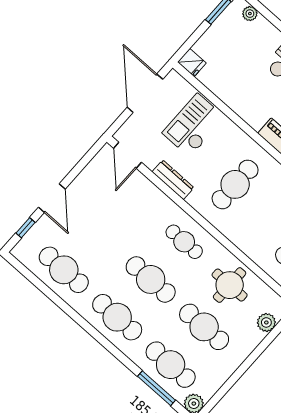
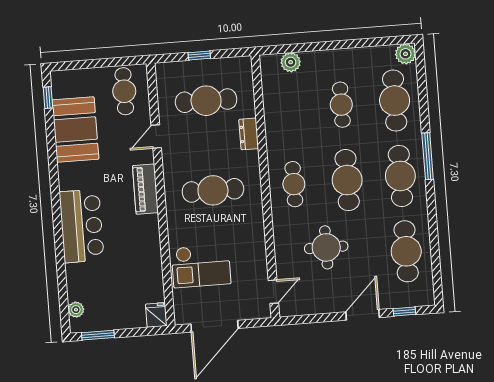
door: (127, 155) -> (273, 292), width x0.73
dresser: (173, 180) -> (249, 134), moved, width x0.70
round table: (230, 285) -> (326, 247), moved
cafe table: (204, 327) -> (341, 105), width x0.73, depth x0.74
window: (156, 388) -> (428, 156), moved

